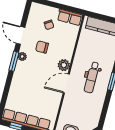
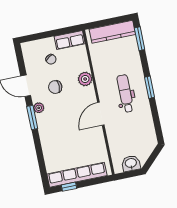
plant: (64, 65) -> (85, 79), moved
dental chair: (92, 77) -> (125, 94), turned 180

